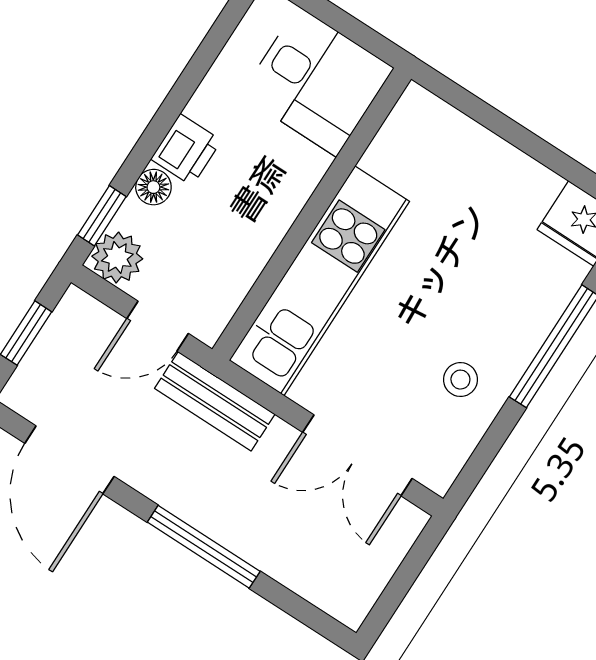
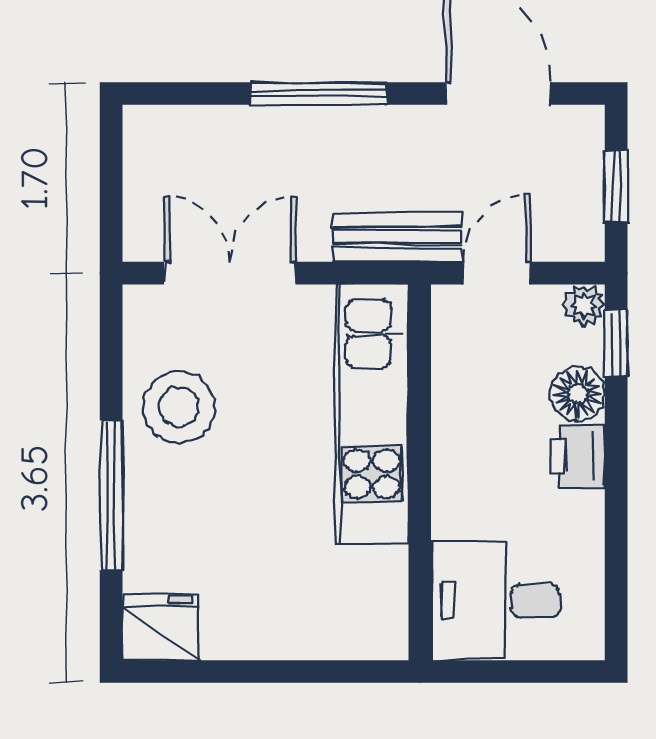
floor lamp: (153, 187) -> (578, 394), width x1.37, depth x1.37
plant: (117, 258) -> (584, 305), width x0.73, depth x0.73
stool: (460, 380) -> (179, 407), width x1.89, depth x1.89

